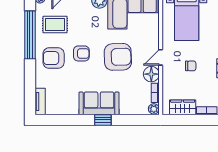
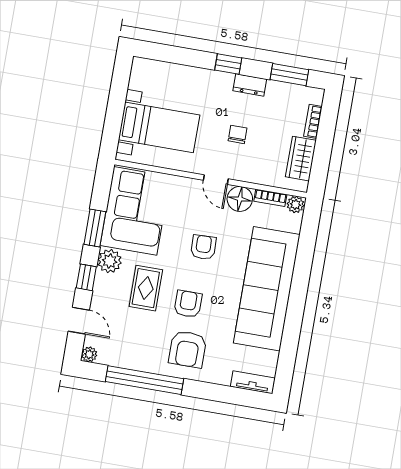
rug: (55, 25) -> (146, 288), moved
armchair: (118, 57) -> (203, 247), width x0.53, depth x0.53
sofa: (99, 103) -> (267, 289), width x1.85, depth x1.27
window: (103, 120) -> (299, 288), removed

